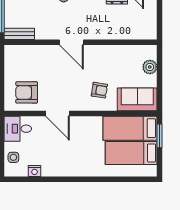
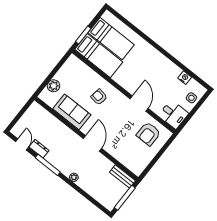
armchair: (27, 92) -> (149, 134), turned 90
sofa: (137, 99) -> (72, 112), moved, turned 180

